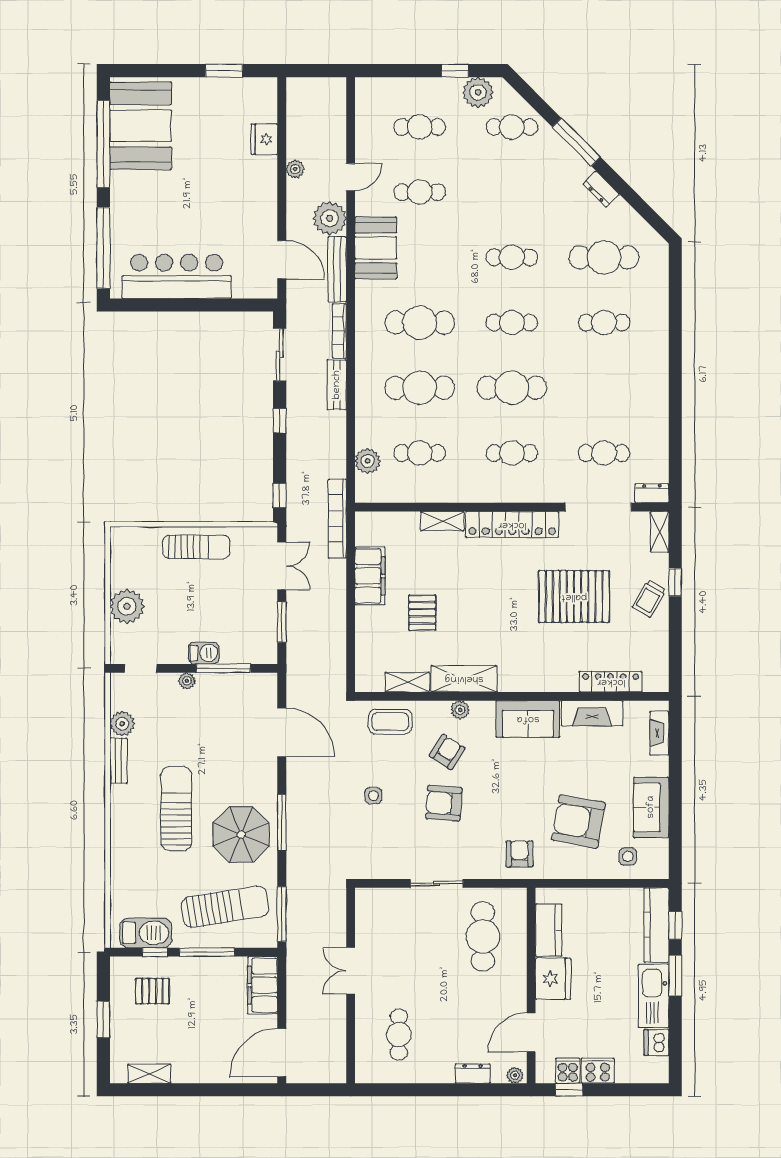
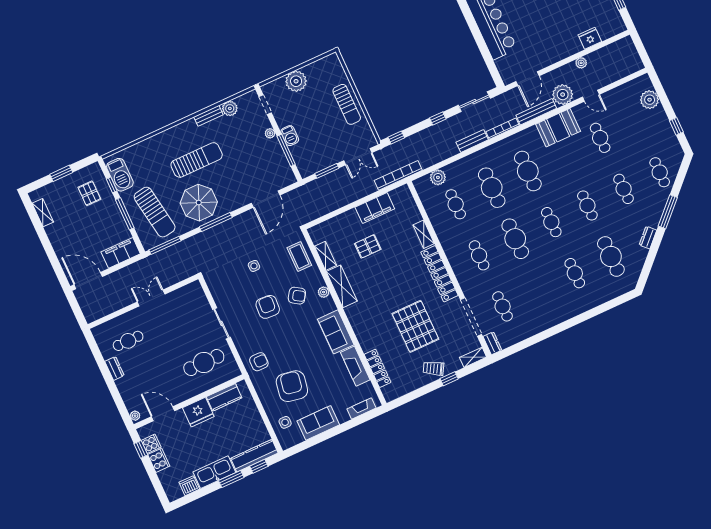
plant: (478, 92) -> (650, 100), moved
cafe table: (420, 127) -> (624, 189), moved
dresser: (473, 1074) -> (115, 368), moved

